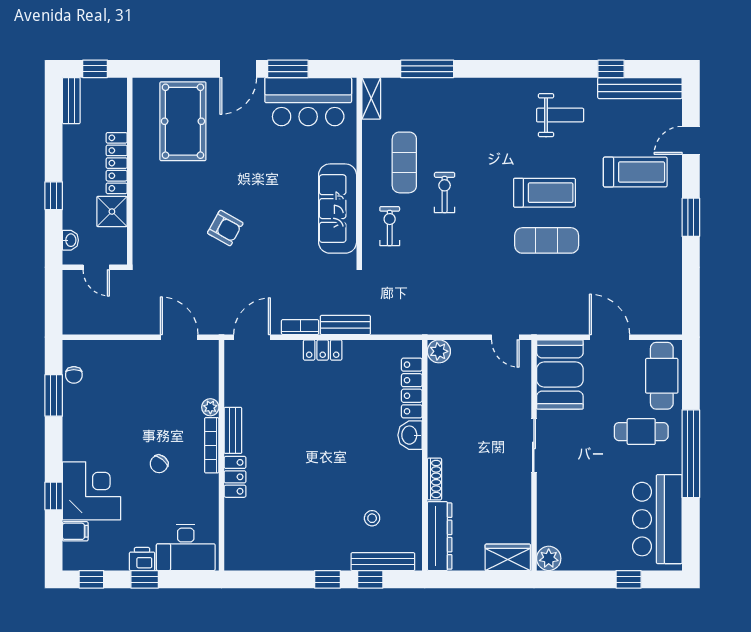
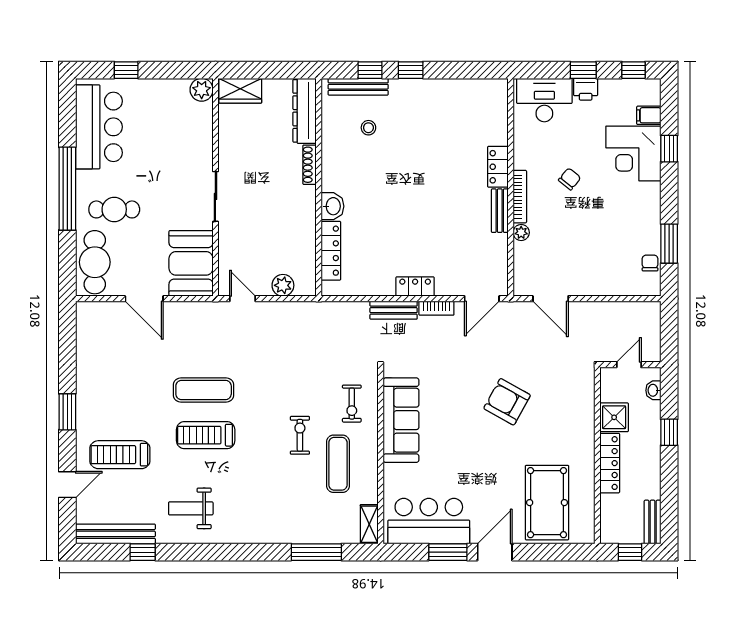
exercise bike: (445, 193) -> (300, 435), turned 180
armchair: (225, 228) -> (507, 402), width x1.38, depth x1.38
door: (96, 267) -> (629, 365), hinge flipped
plant: (439, 351) -> (283, 285), moved

